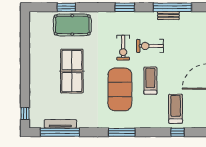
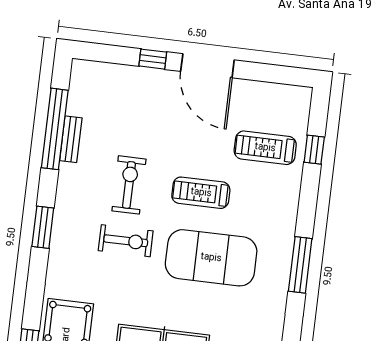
exercise bike: (150, 46) -> (129, 185), turned 180

